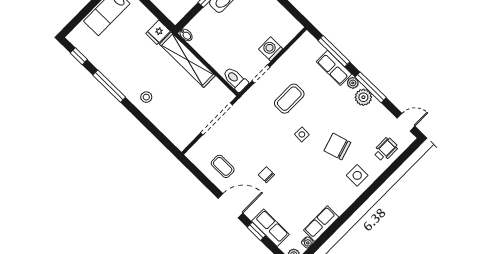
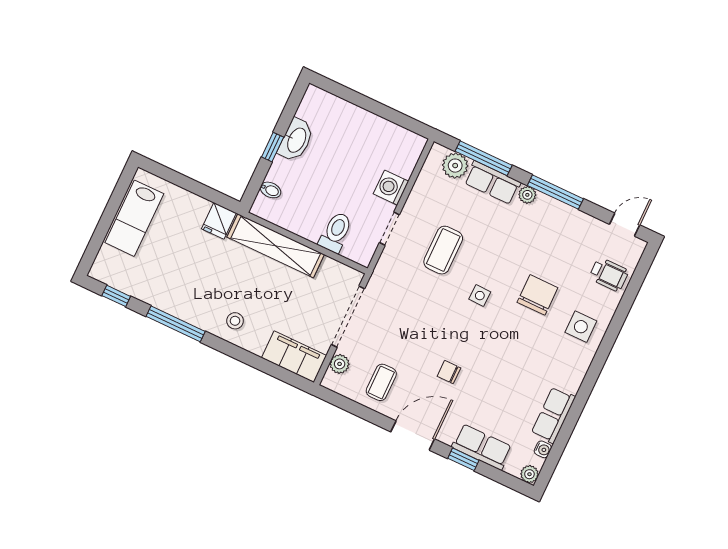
bidet: (186, 35) -> (271, 190), moved
toilet: (235, 79) -> (336, 232), moved, turned 90
plant: (363, 97) -> (455, 166), moved
filing cabinet: (175, 132) -> (294, 357), added
plant: (201, 146) -> (340, 364), added
chair: (337, 147) -> (537, 295), turned 107
wheelchair: (386, 149) -> (609, 274), turned 90
coffee table: (223, 166) -> (381, 382), turned 90

